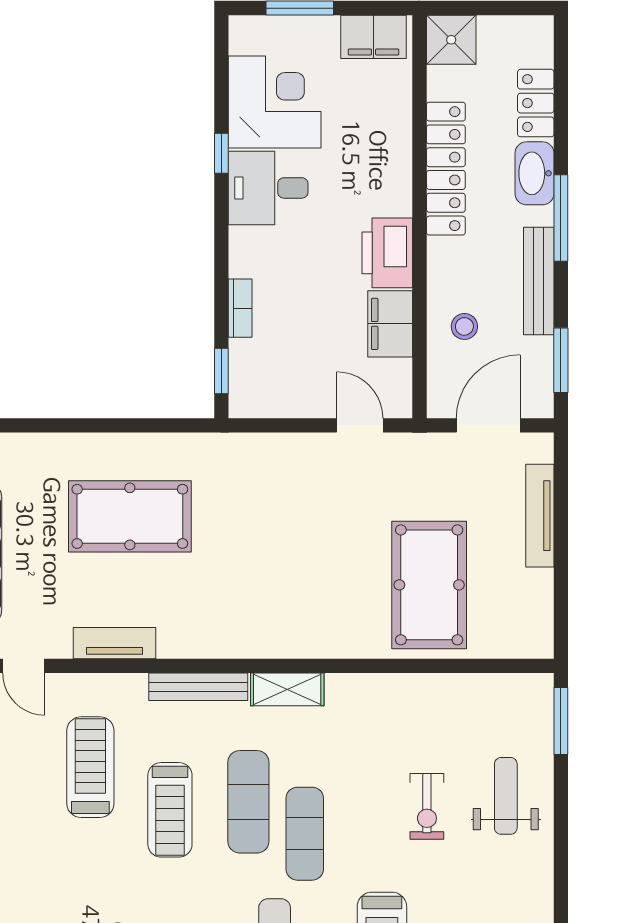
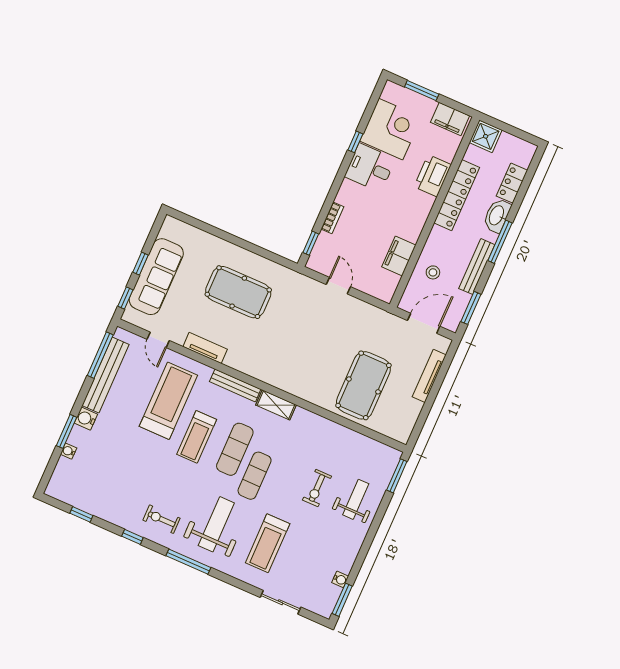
printer: (387, 253) -> (433, 176), moved
door: (360, 425) -> (338, 286), moved
treadmill: (90, 767) -> (168, 401), width x1.37, depth x1.38

